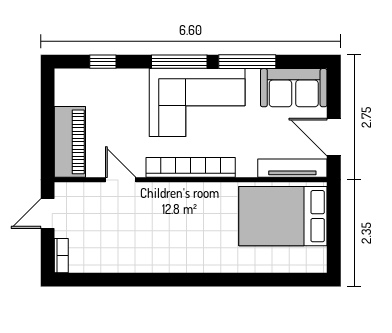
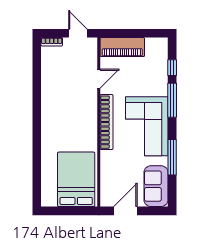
window: (179, 62) -> (172, 100), moved
tv unit: (292, 168) -> (106, 185), removed

